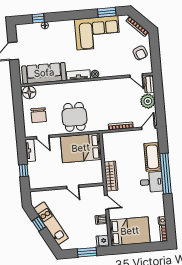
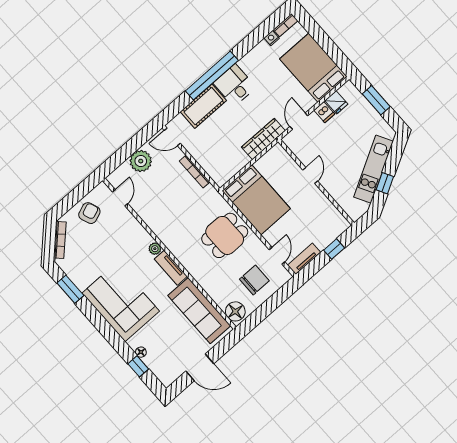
corner sofa: (97, 33) -> (121, 302), moved
dresser: (149, 85) -> (120, 174), removed
fridge: (103, 241) -> (336, 102), moved

